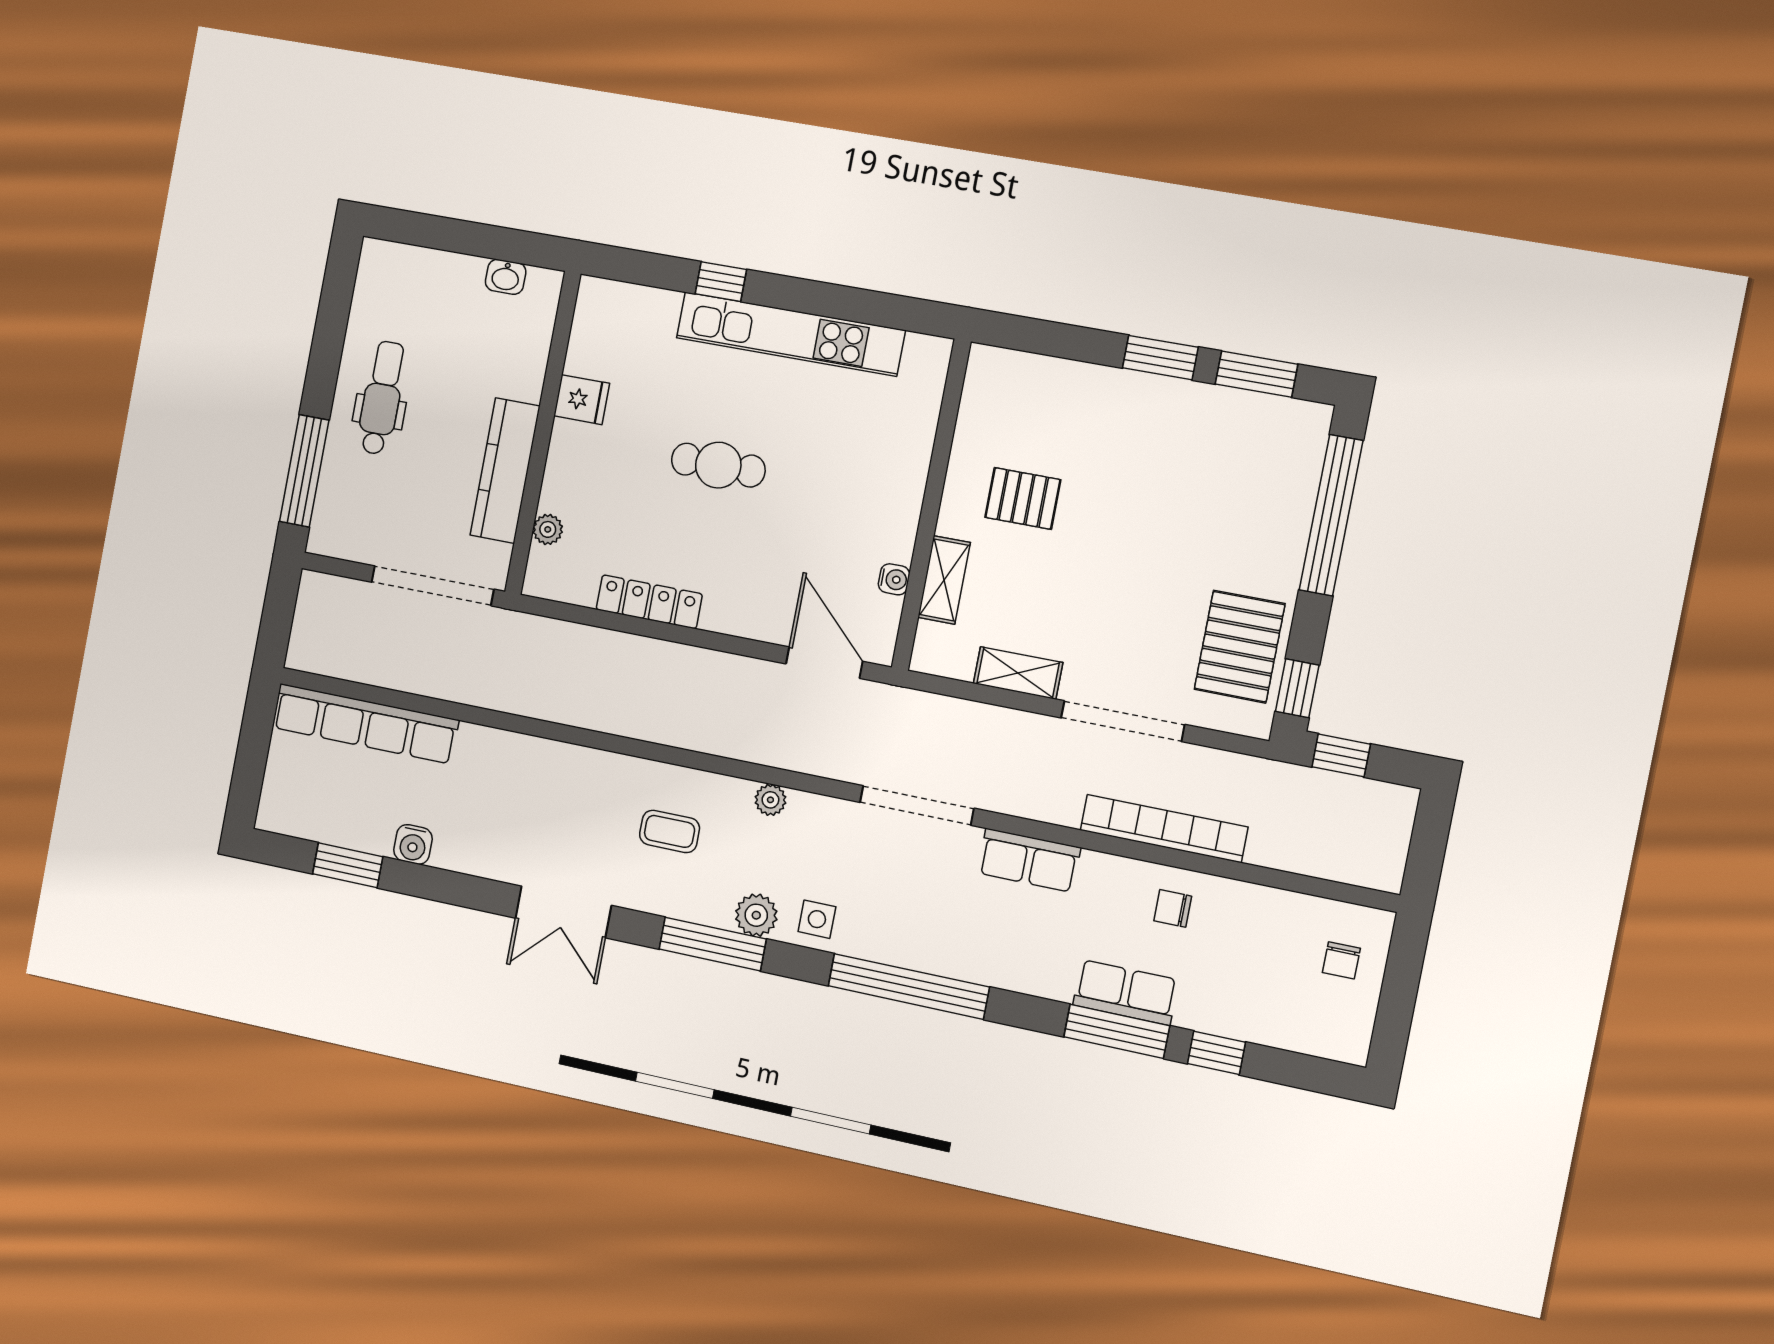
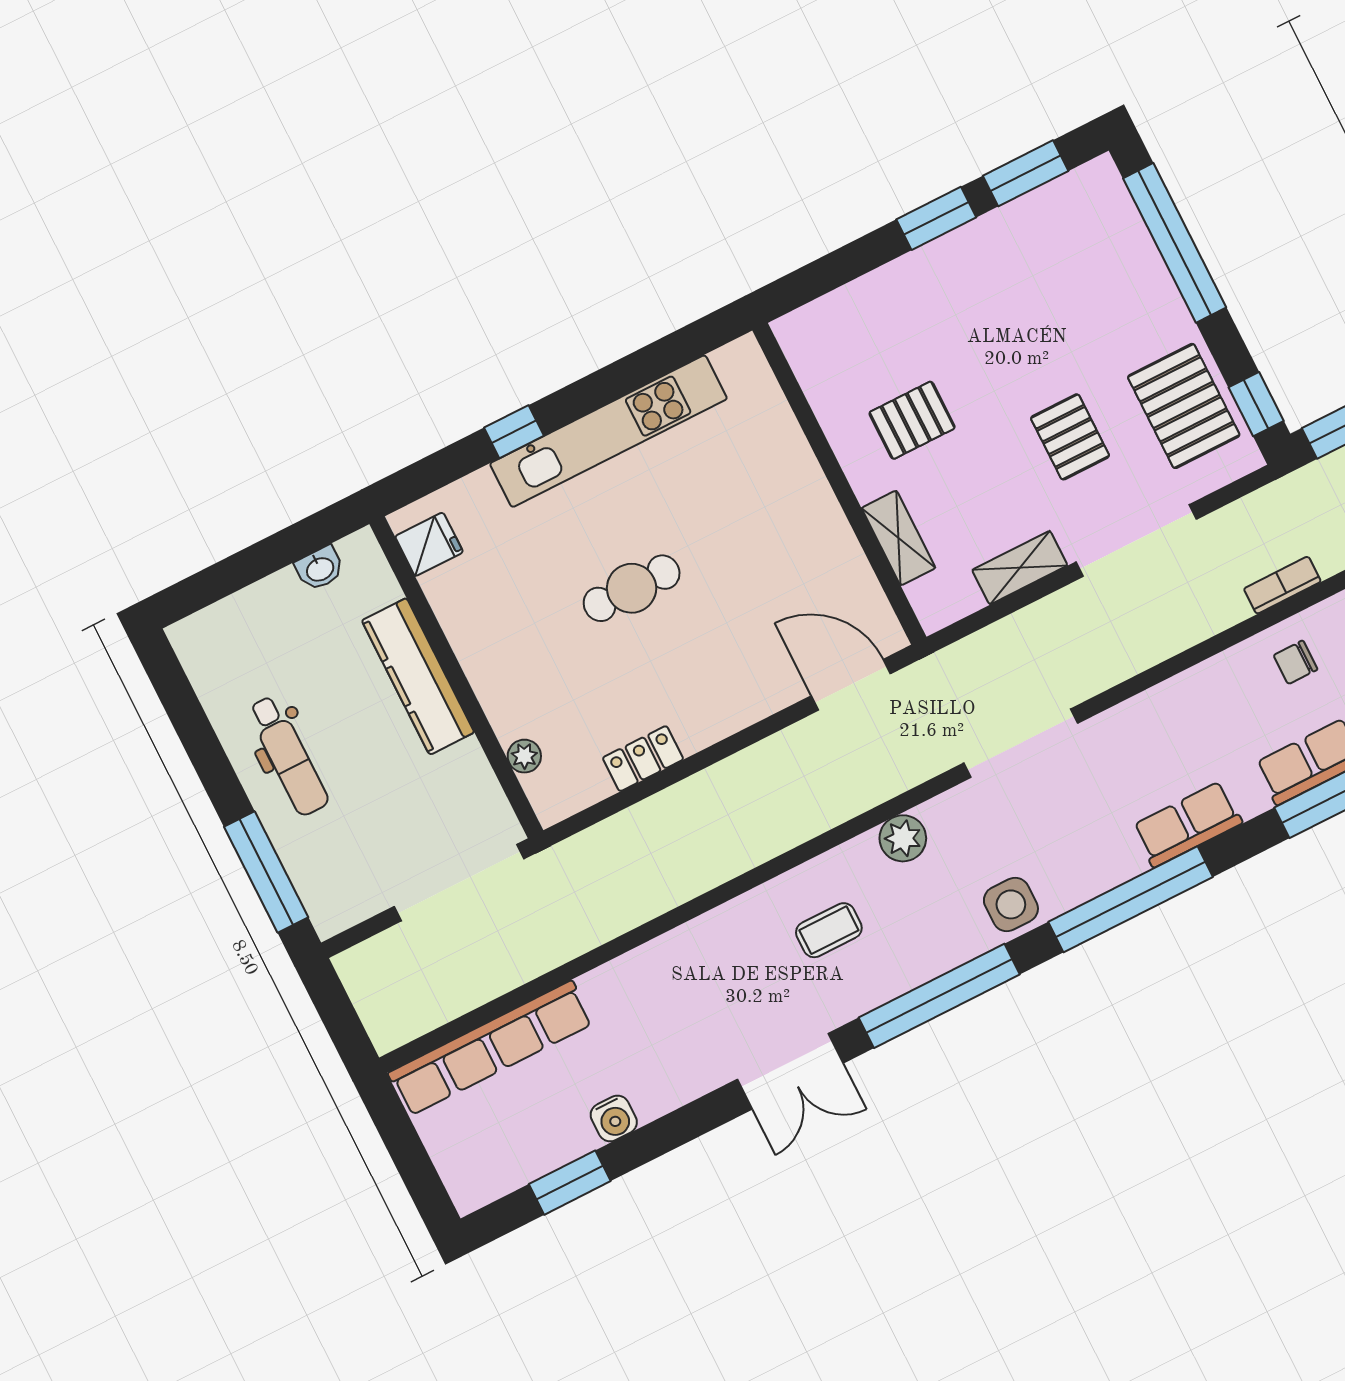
dental chair: (382, 398) -> (288, 756), turned 180
fridge: (582, 400) -> (429, 544), moved
kitchen counter: (505, 471) -> (418, 676), moved
water cooler: (894, 579) -> (856, 570), removed
locker: (649, 602) -> (643, 759), width x0.66
pallet: (1133, 603) -> (1070, 437), added
plant: (770, 800) -> (903, 838), width x1.38, depth x1.38
bookcase: (1164, 829) -> (1282, 585), width x0.43, depth x0.76
row of seats: (1029, 860) -> (1187, 824), moved, turned 180
plant: (756, 915) -> (957, 942), removed
side table: (817, 919) -> (1011, 904), width x1.37, depth x1.37
window: (713, 944) -> (939, 996), width x1.46

